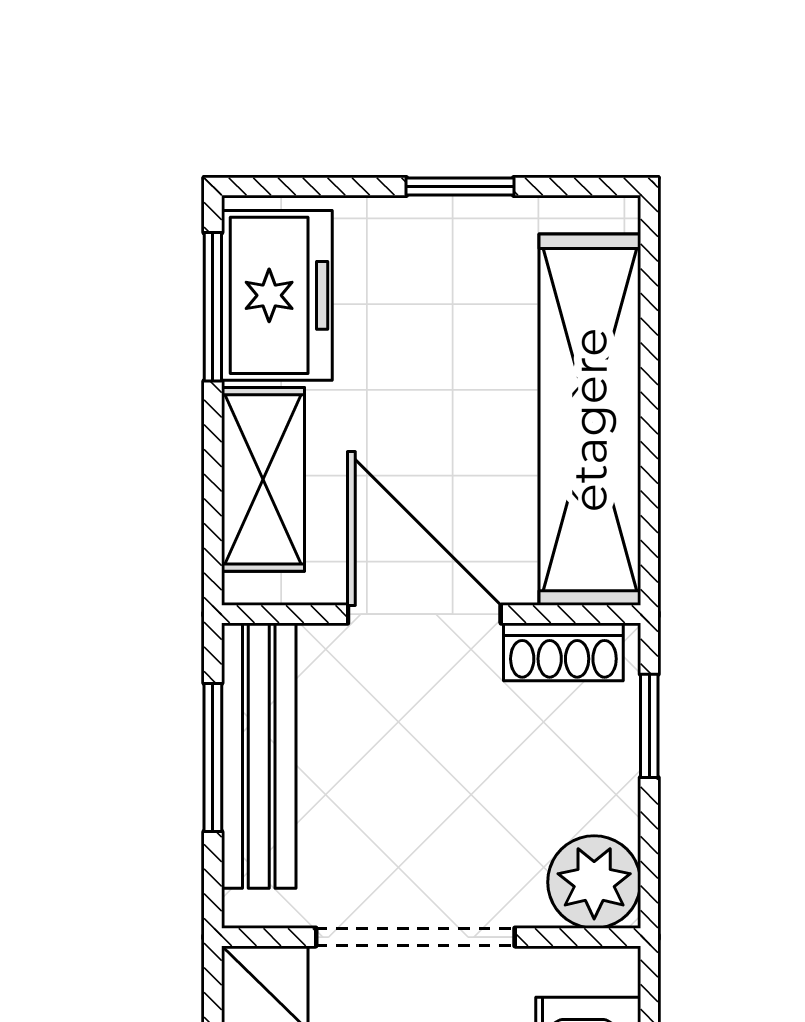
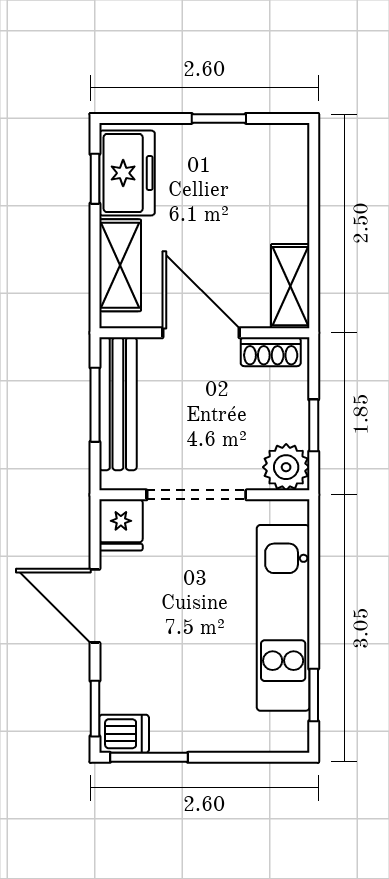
window: (213, 307) -> (95, 179), width x0.67
shelving: (590, 420) -> (290, 286), width x0.45, depth x0.75
window: (649, 726) -> (314, 425), moved

